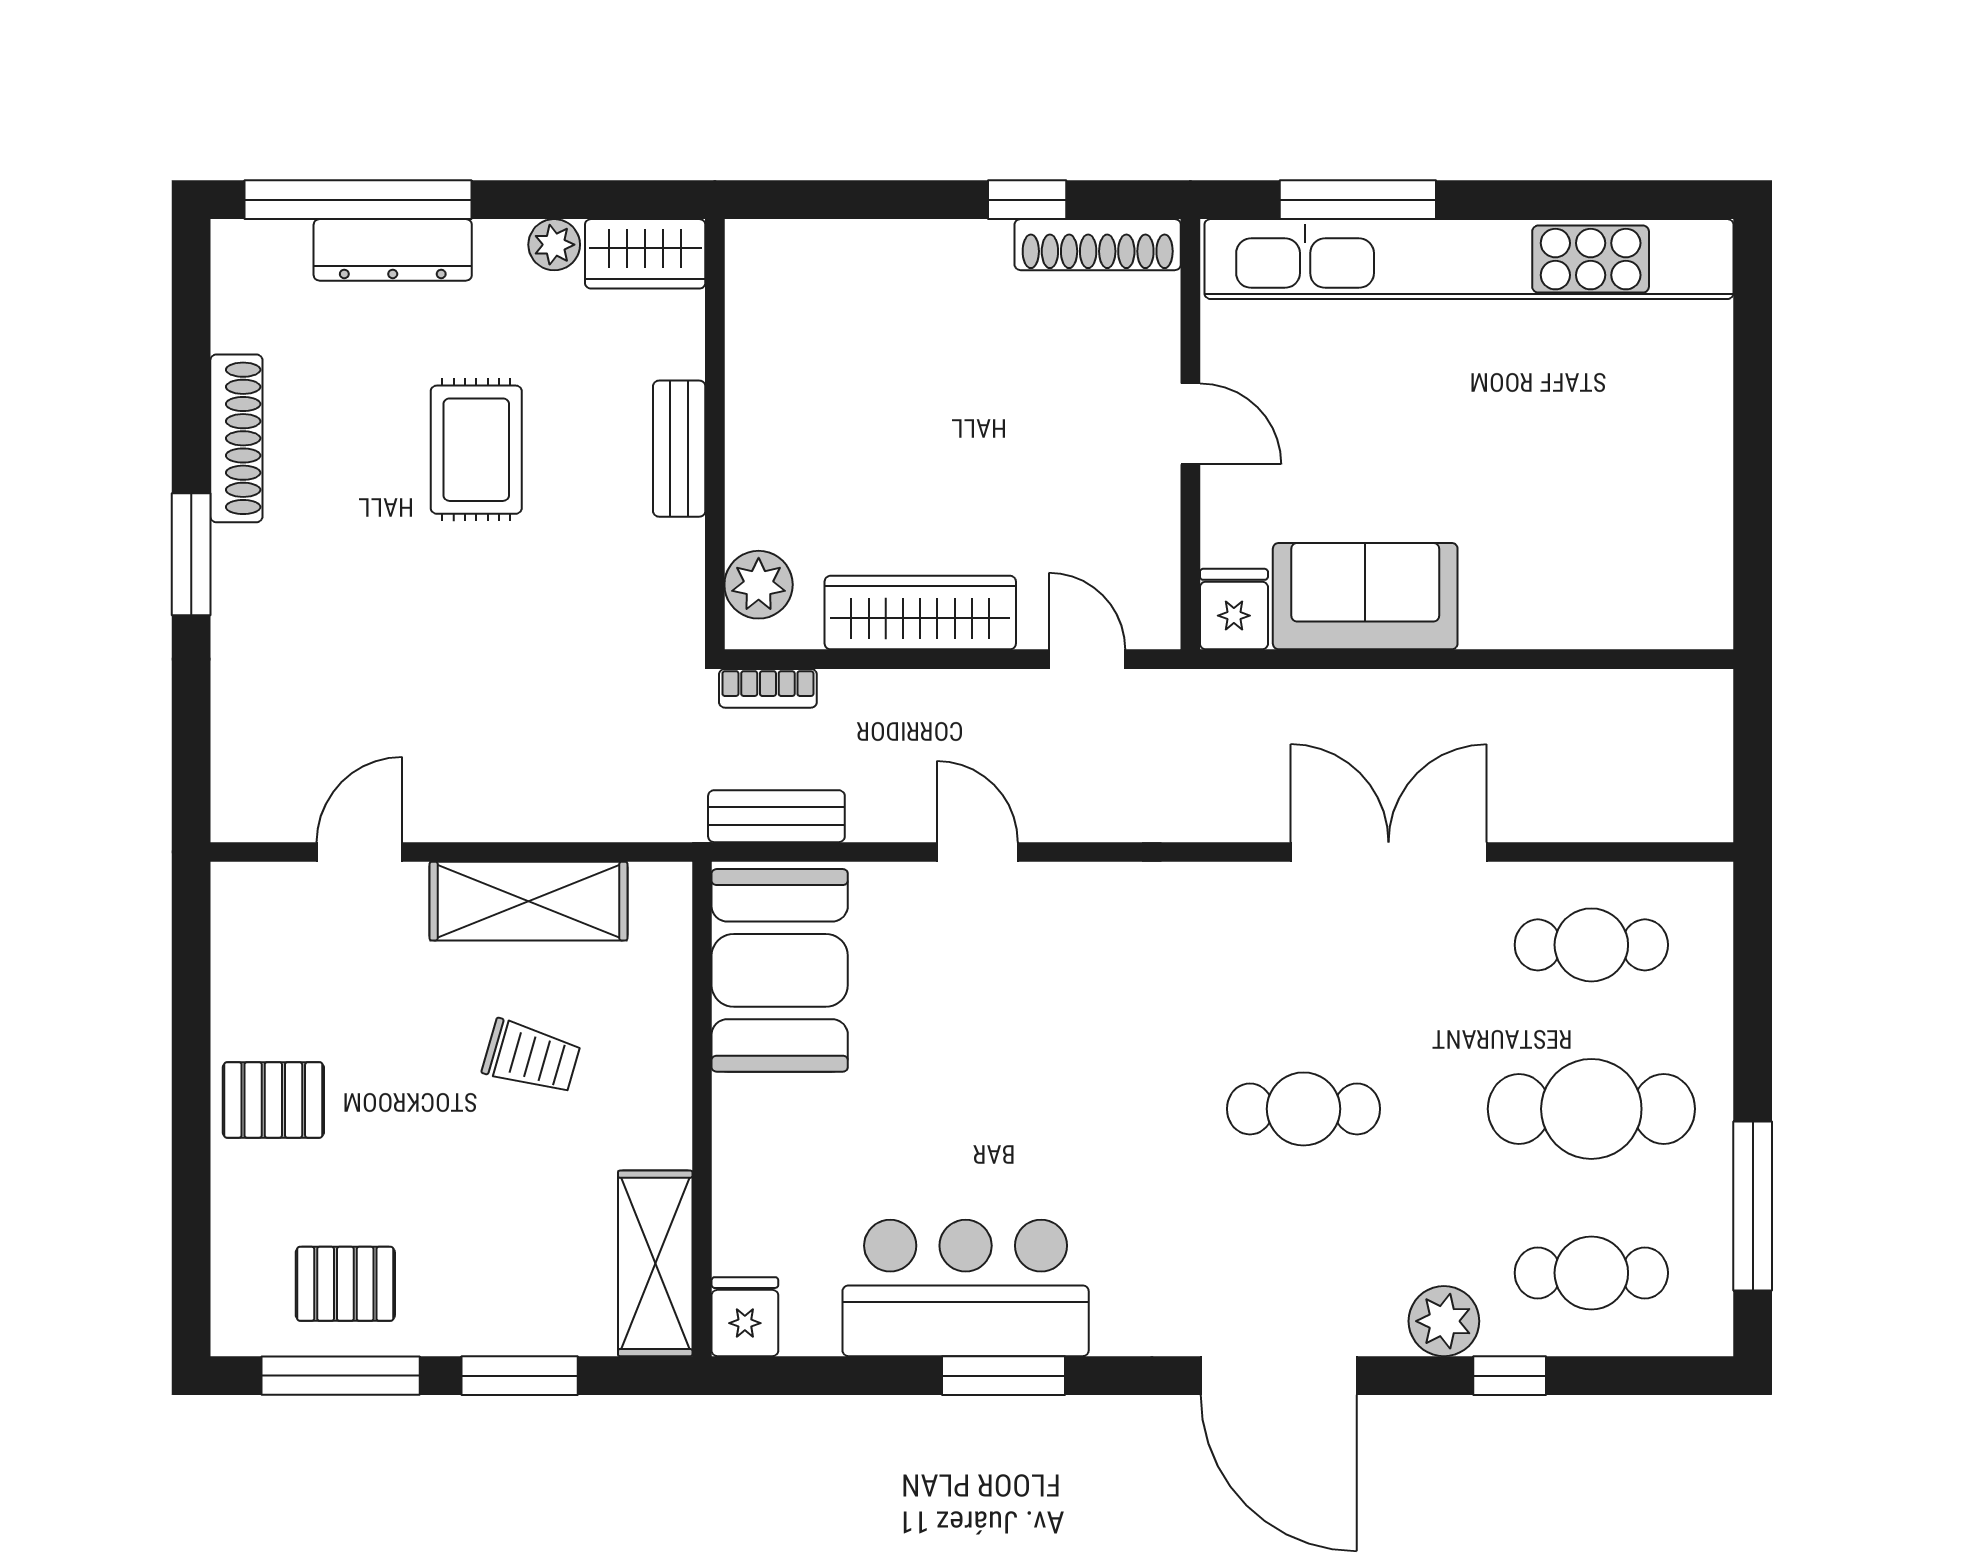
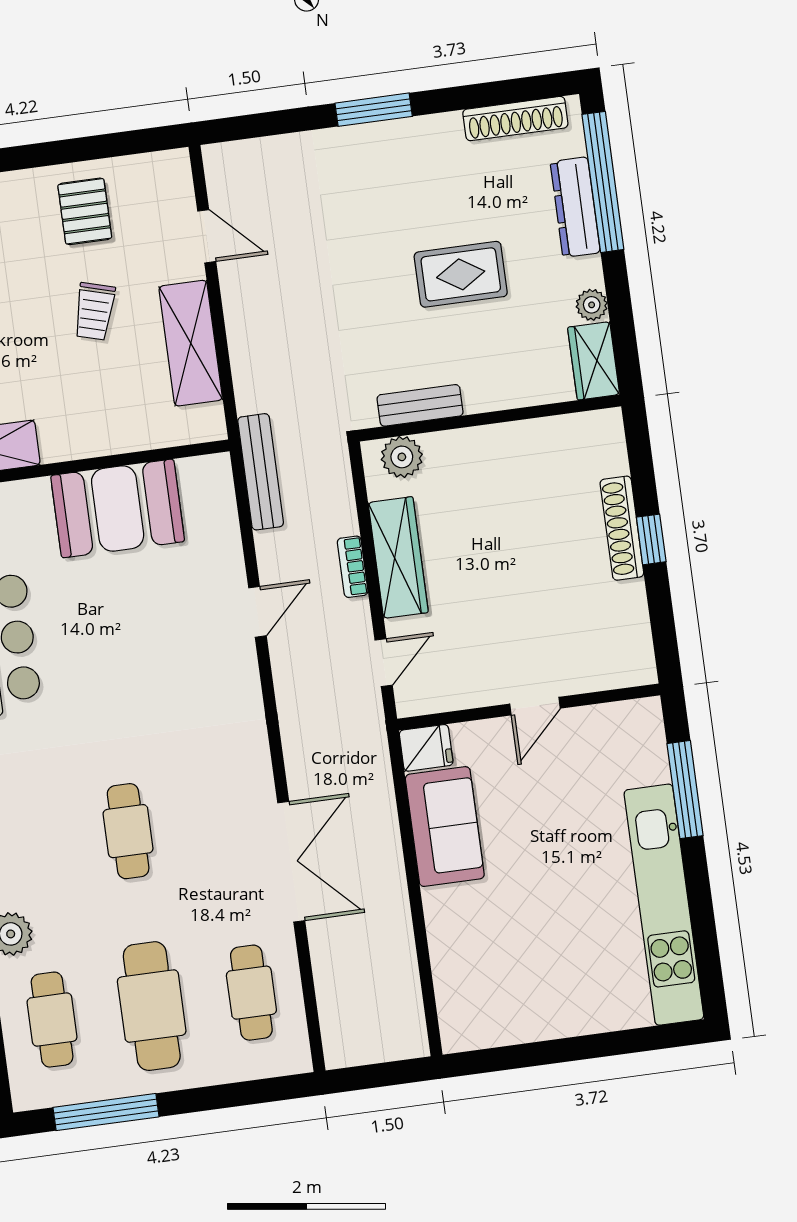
window: (1027, 200) -> (651, 539), moved
shoe rack: (1098, 245) -> (622, 528), moved
kitchen unit: (1469, 259) -> (664, 905), width x0.73
shoe rack: (236, 438) -> (515, 119), moved
bench: (679, 449) -> (420, 405), moved
bookcase: (768, 688) -> (353, 567), moved
bench: (776, 816) -> (261, 472), width x1.36
booth: (780, 970) -> (118, 508), moved
trolley: (531, 1057) -> (94, 311), moved
pallet: (273, 1100) -> (85, 211), moved

